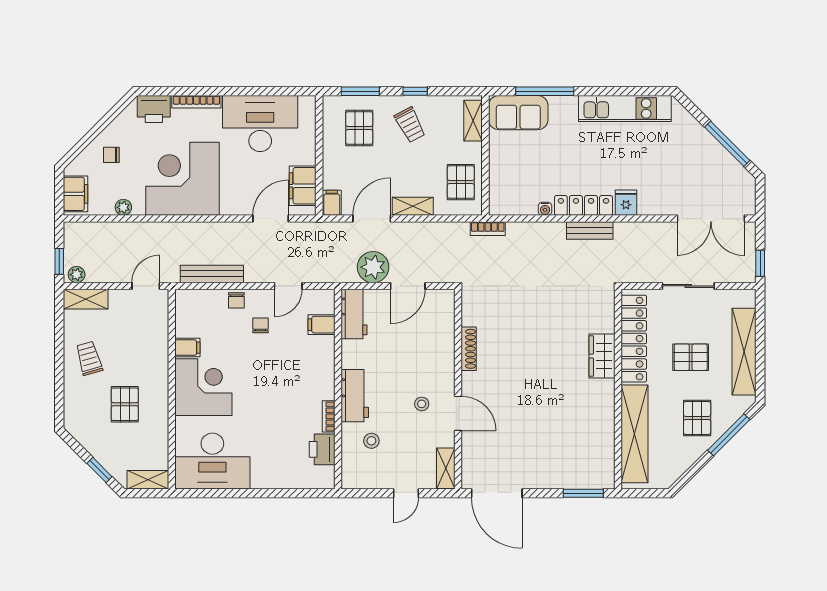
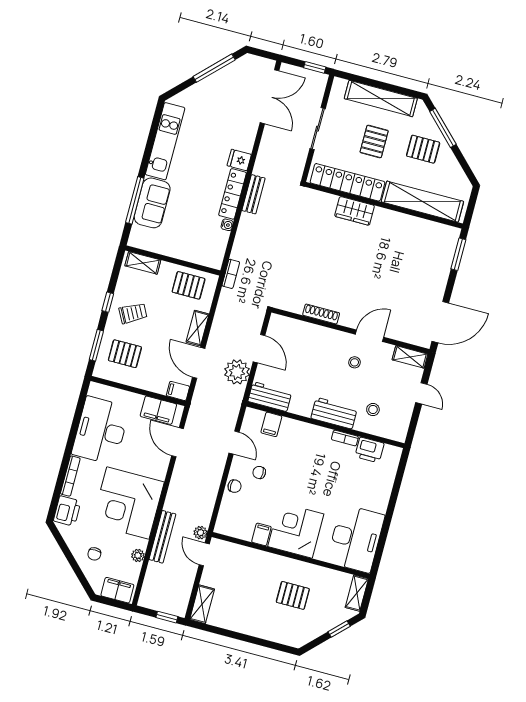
sofa: (518, 113) -> (152, 203), moved
bench: (212, 274) -> (162, 537), moved
plant: (77, 275) -> (200, 533), moved
trolley: (89, 358) -> (249, 614), removed

